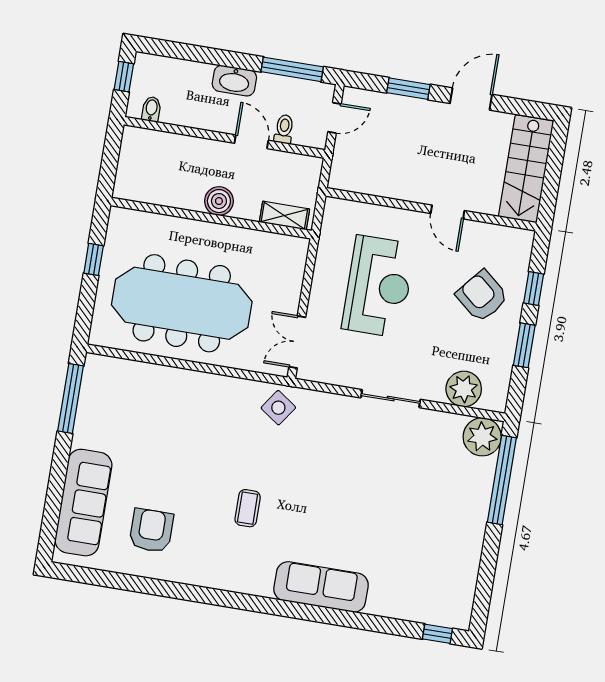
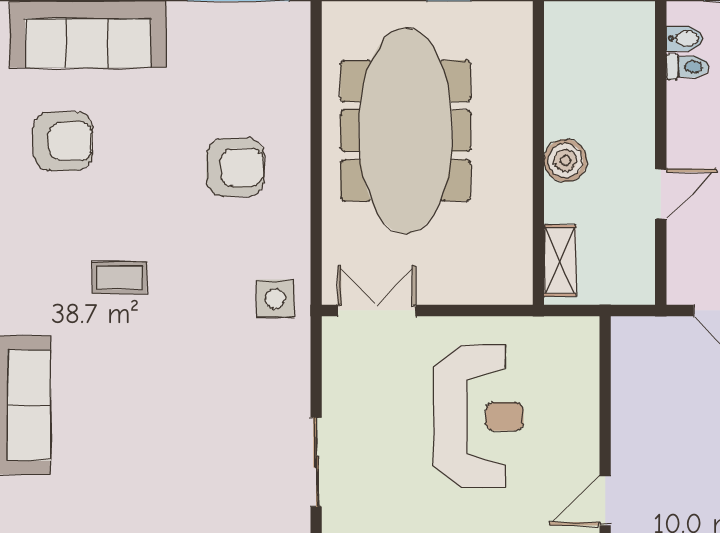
toilet: (284, 129) -> (687, 67), moved
reception desk: (378, 286) -> (478, 416), turned -90
side table: (278, 408) -> (275, 299), turned -35
armchair: (187, 420) -> (235, 167), added

